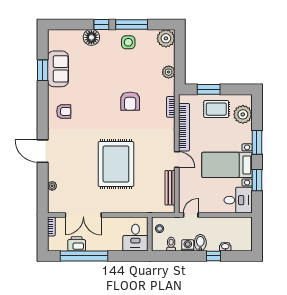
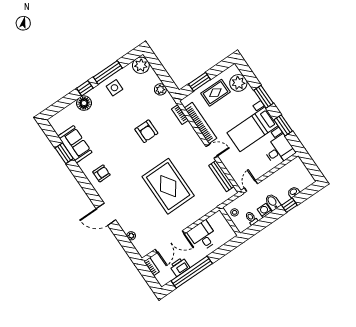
desk: (135, 238) -> (203, 236), moved, turned 180

